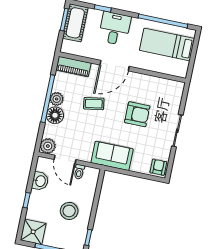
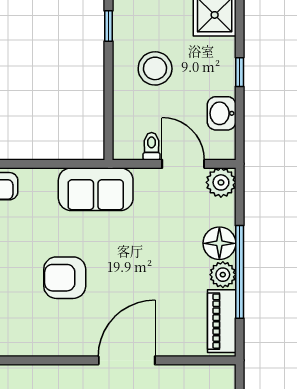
piano: (74, 67) -> (222, 321), moved, turned -90
coffee table: (94, 104) -> (151, 281), removed

